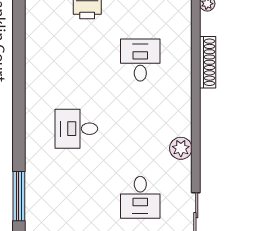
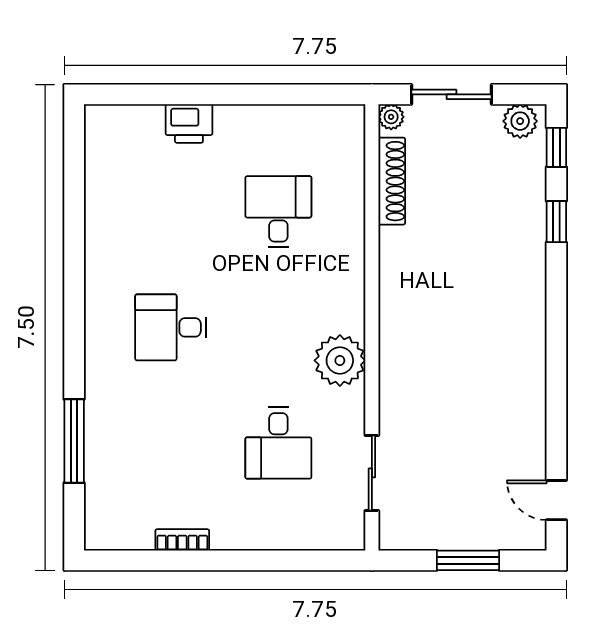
shoe rack: (208, 62) -> (392, 181), moved
plant: (181, 148) -> (340, 360), width x1.36, depth x1.36

